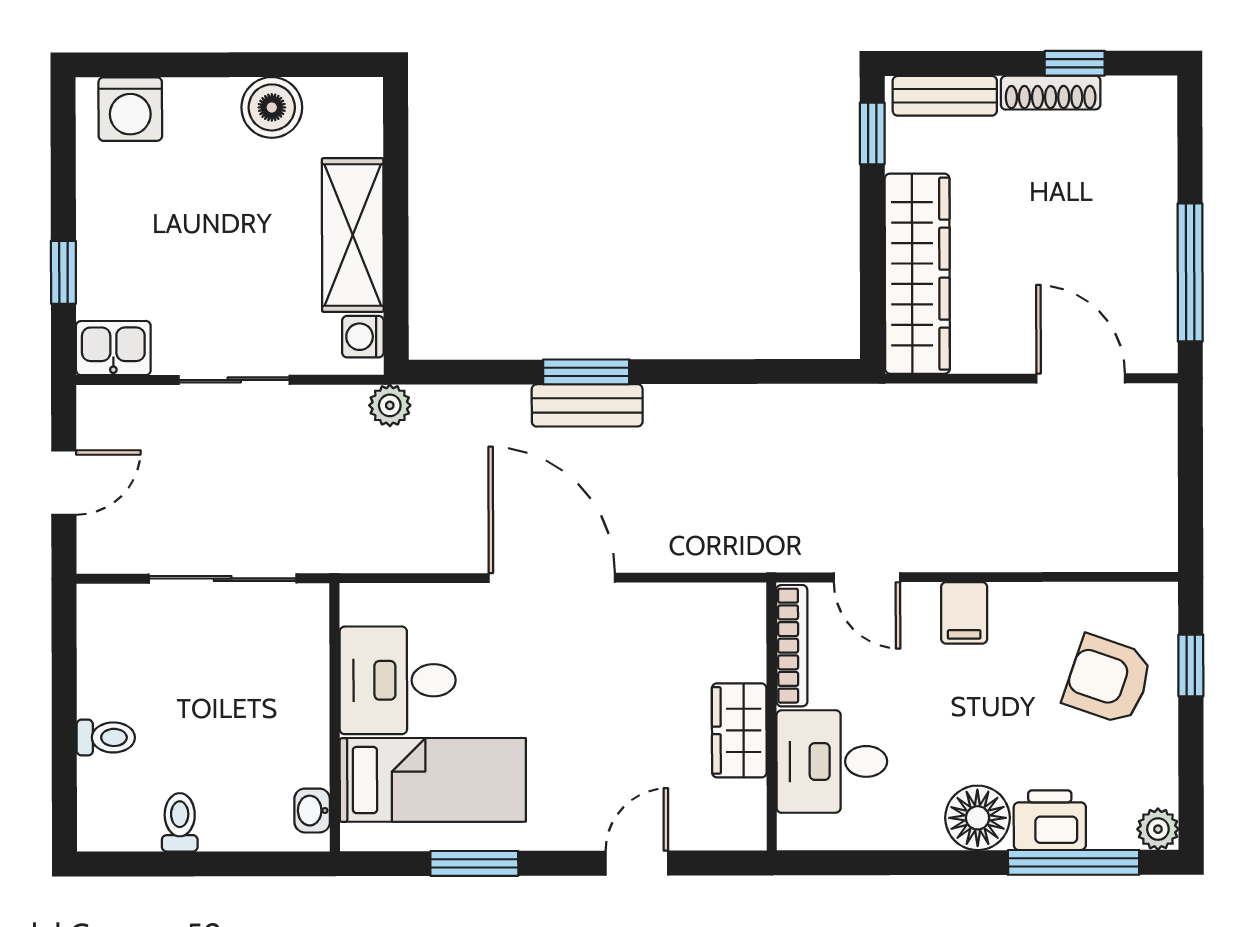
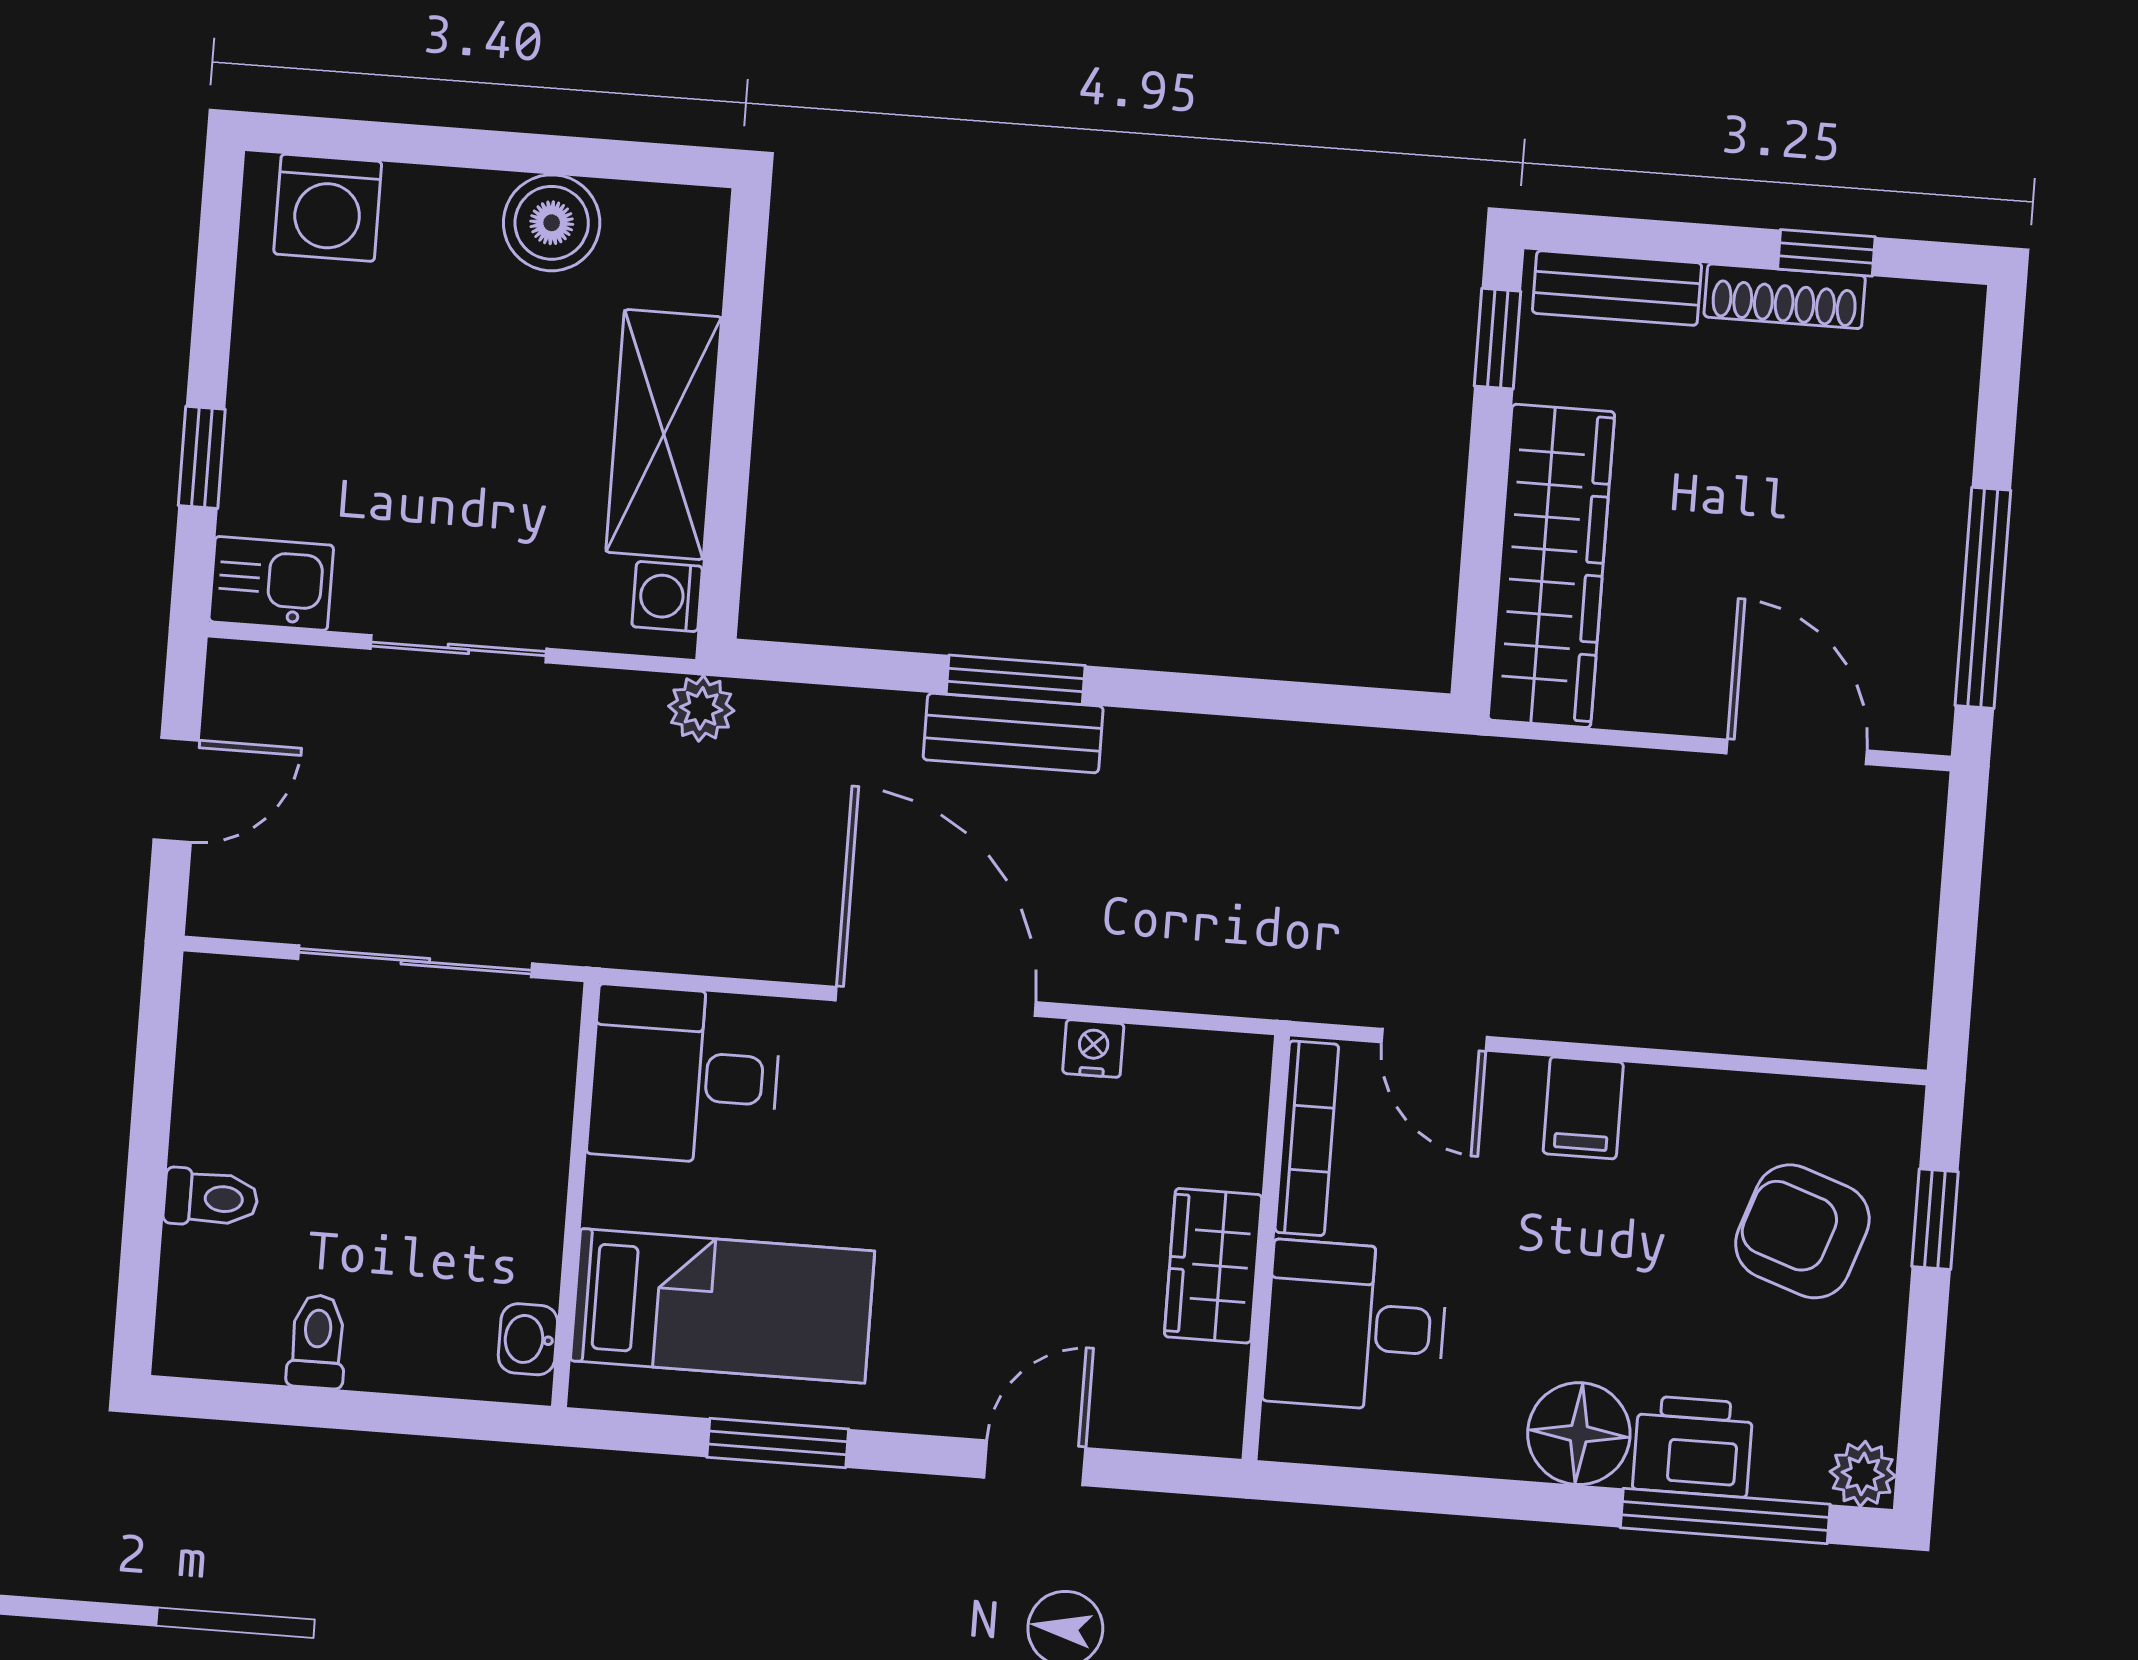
nightstand: (653, 600) -> (1093, 1049), added
desk: (398, 680) -> (685, 1075), moved

